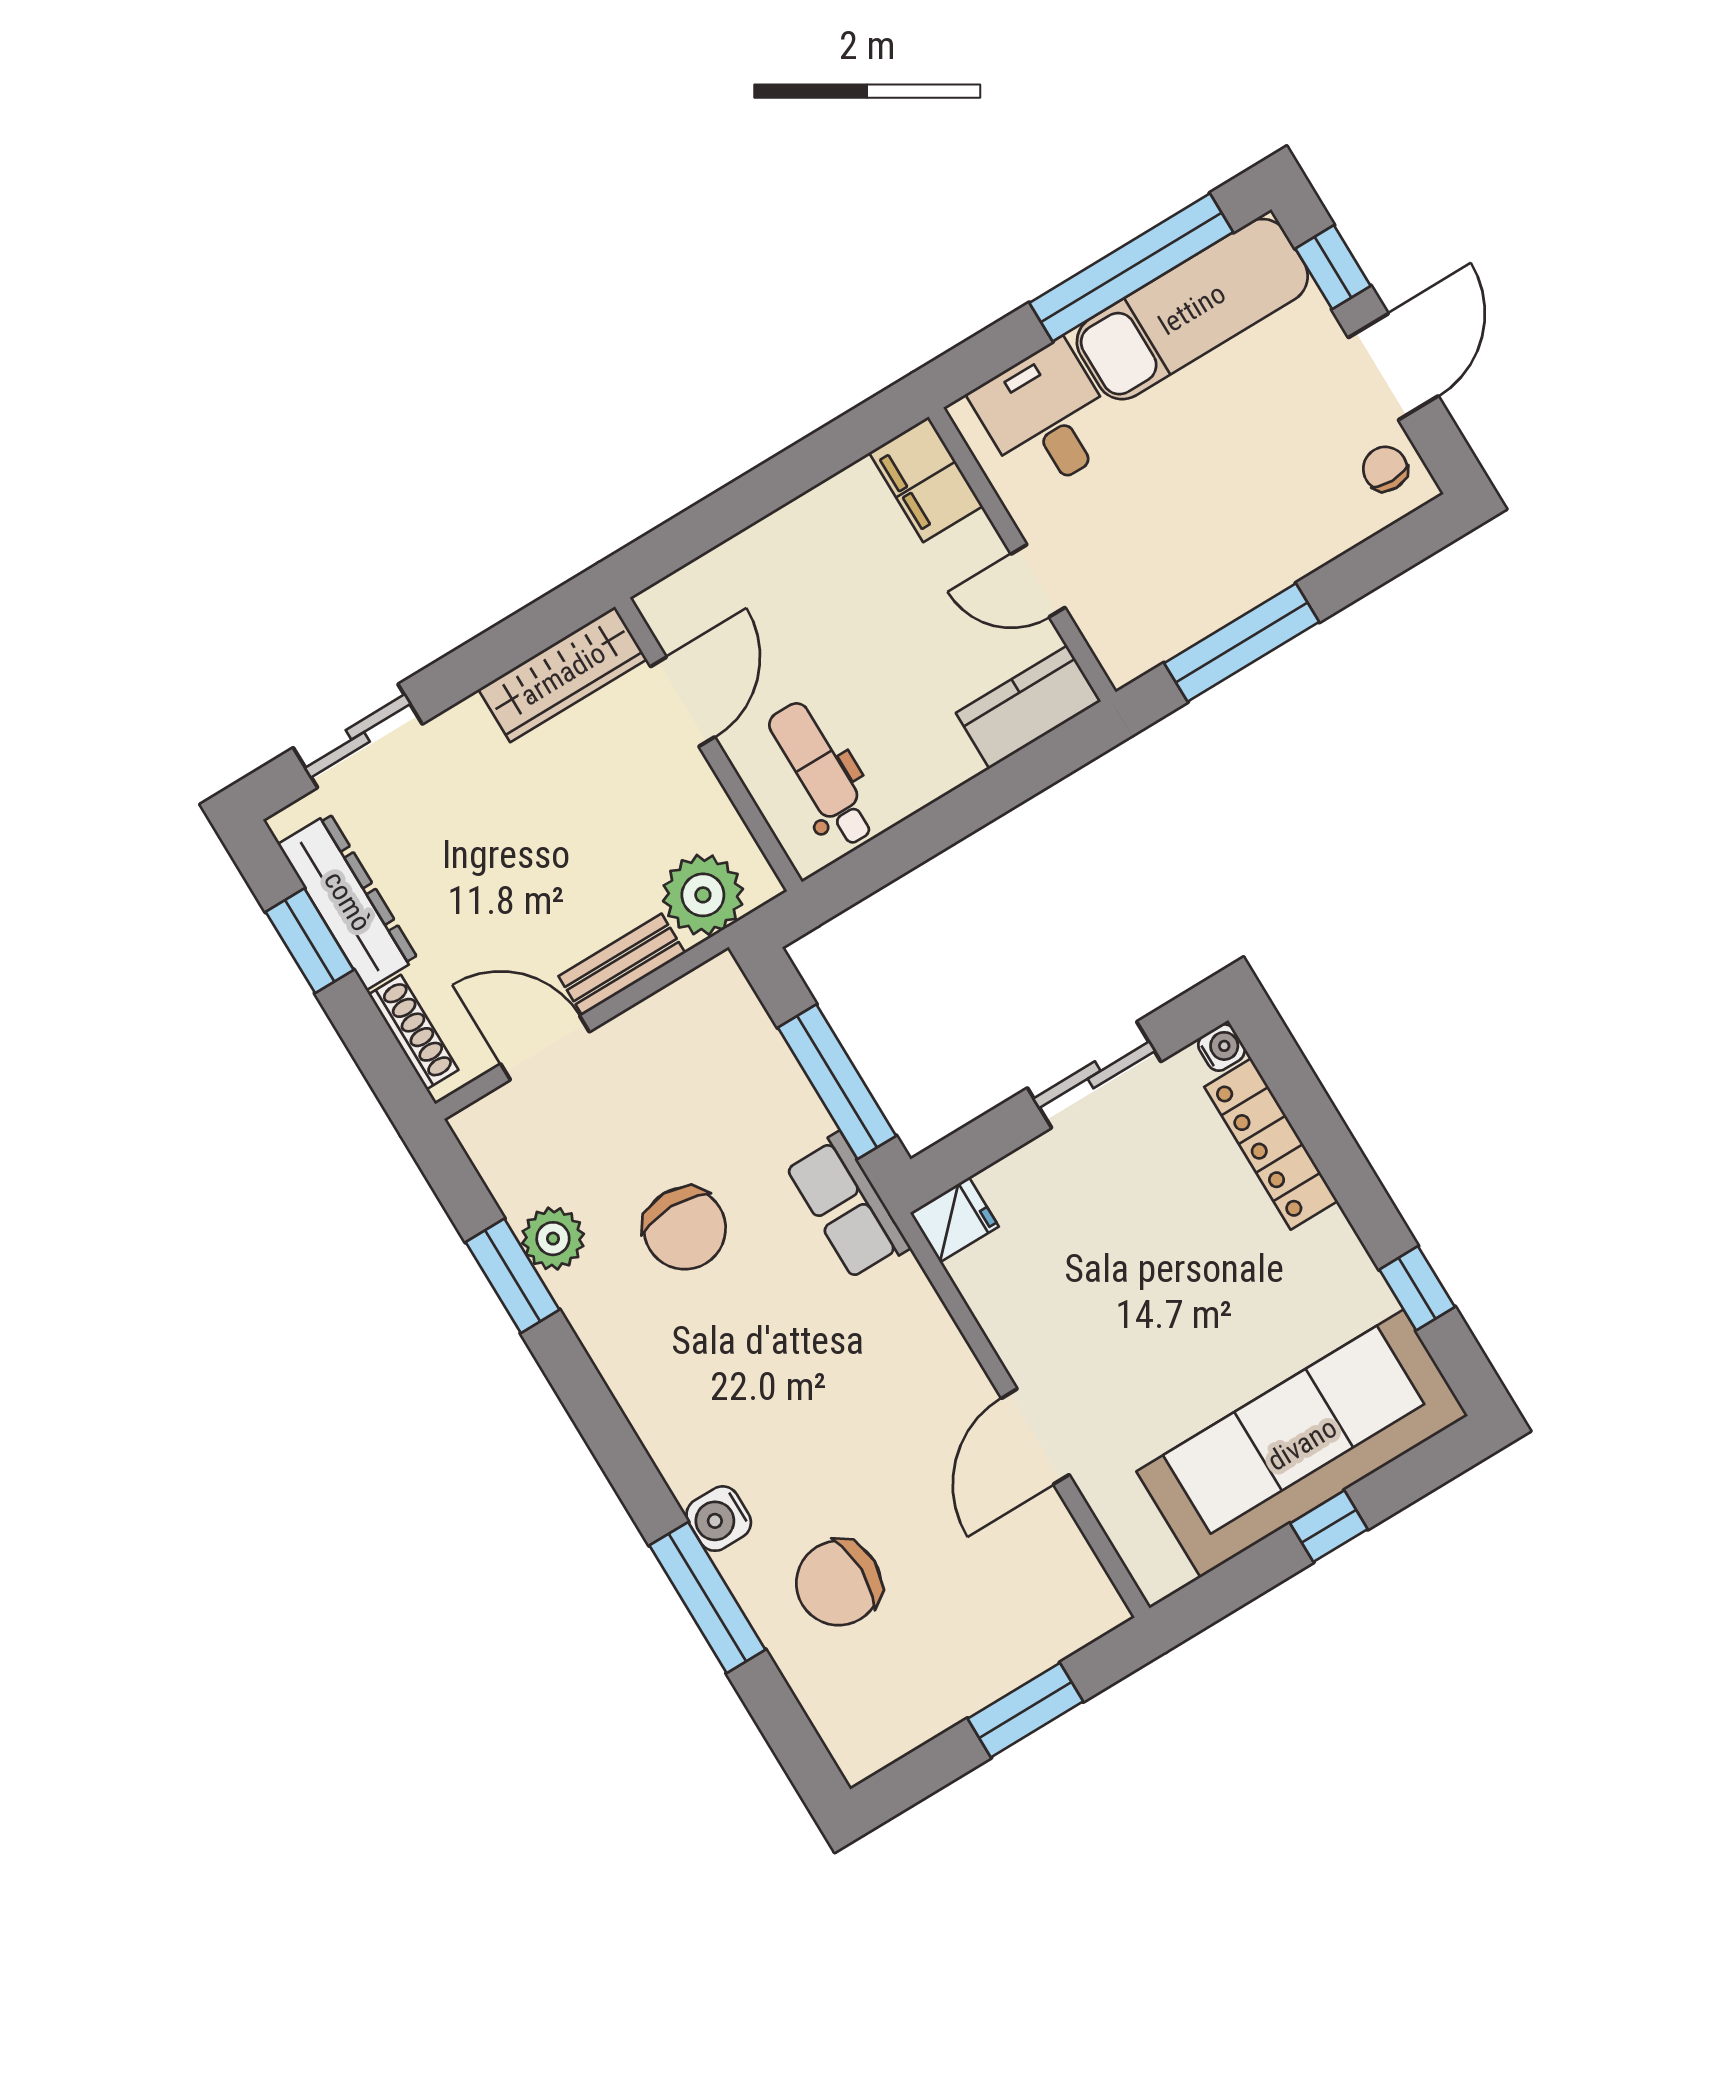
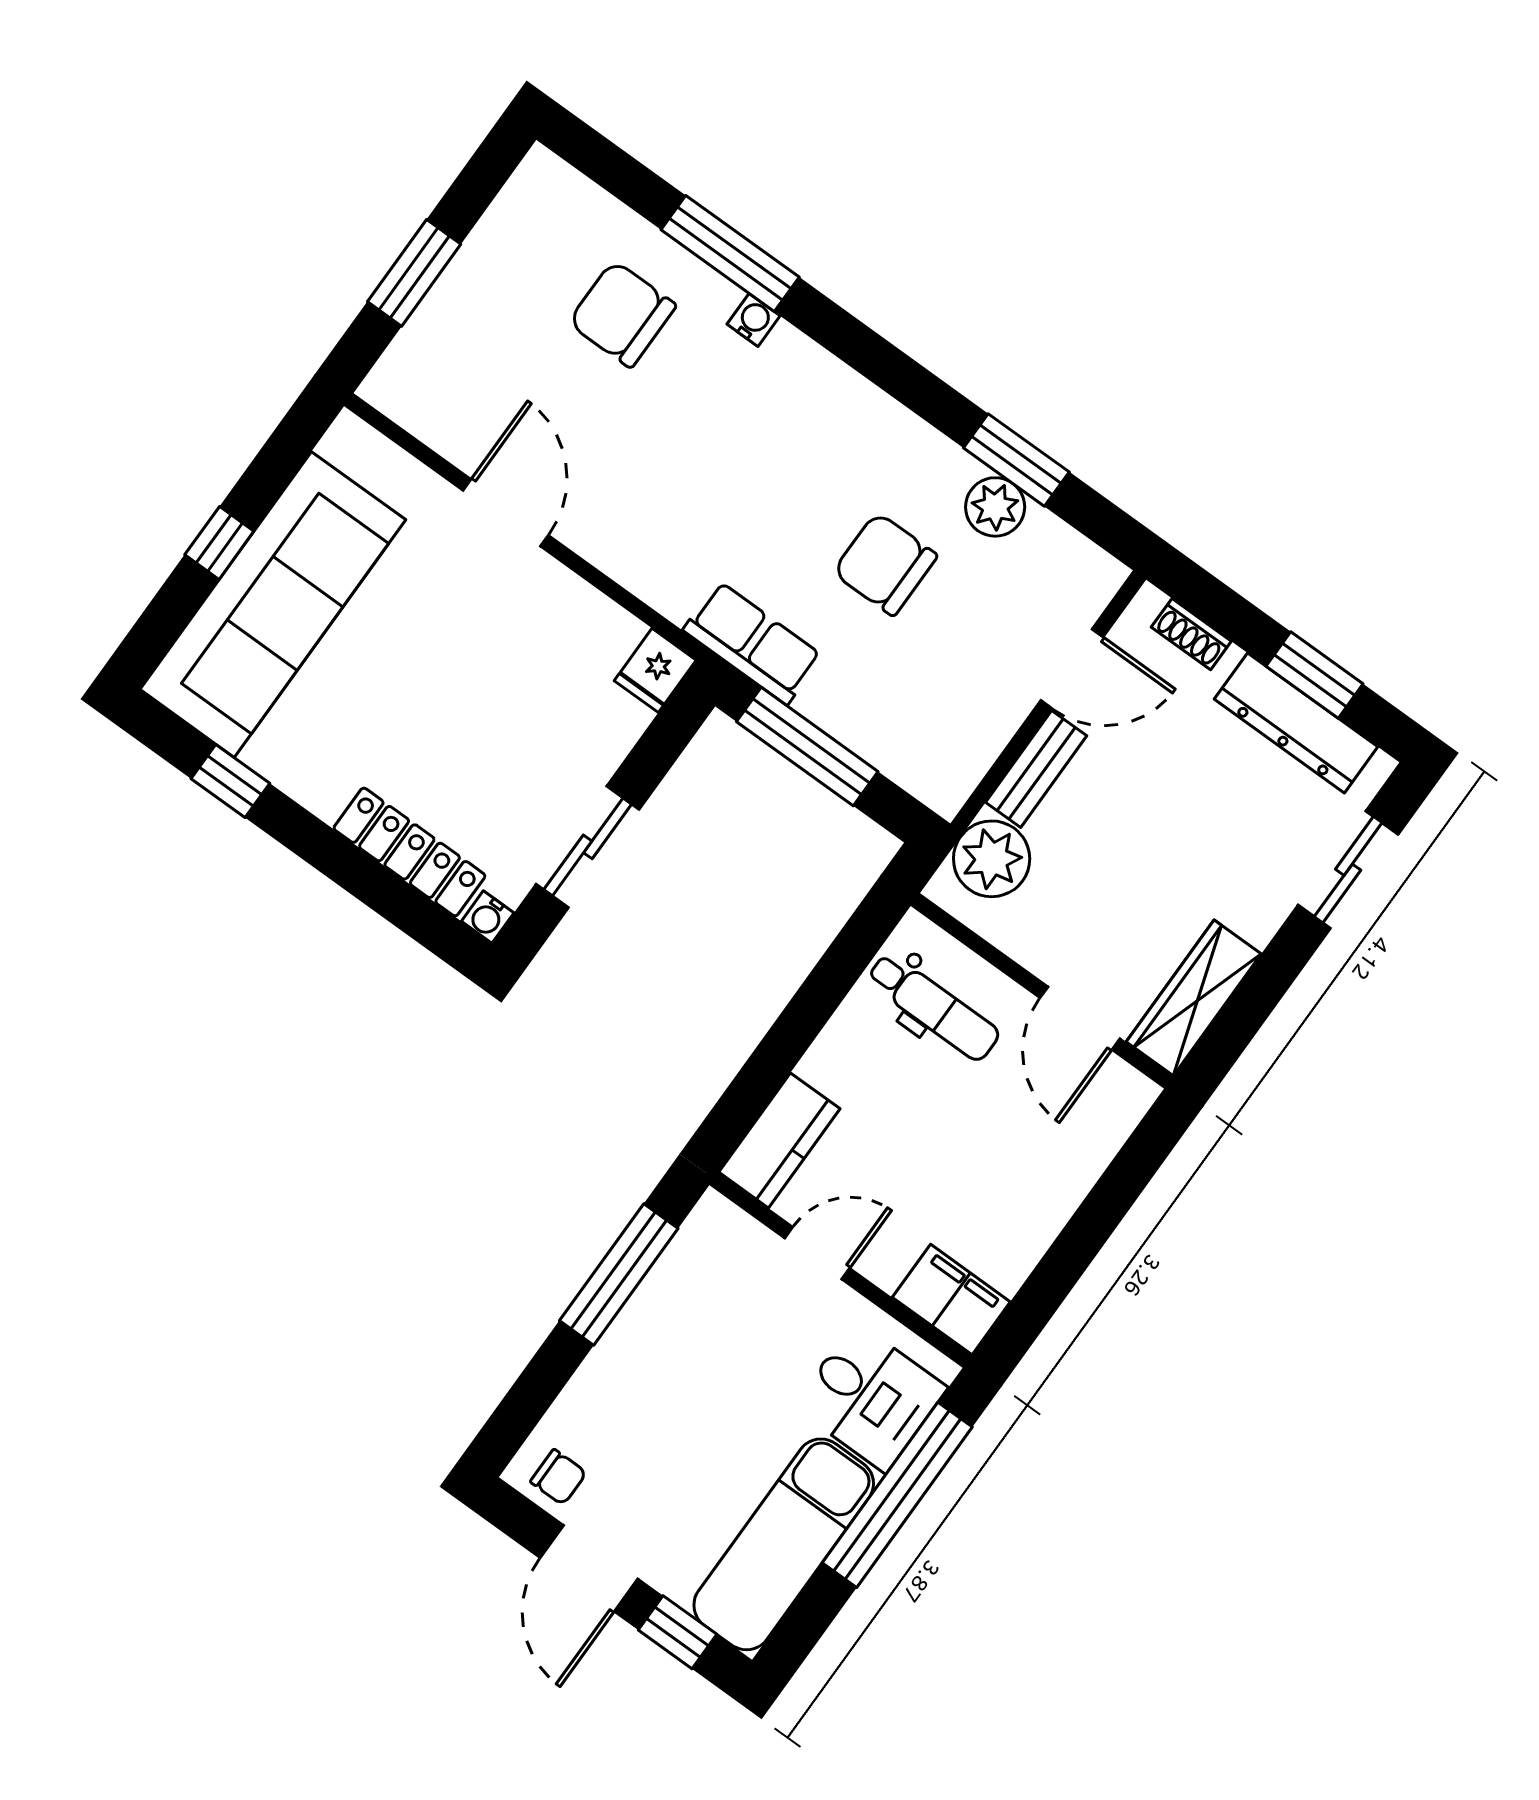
window: (1131, 267) -> (897, 1495), moved
shoe rack: (414, 1032) -> (1191, 634), width x0.70
water cooler: (719, 1519) -> (754, 320), width x0.72, depth x0.72
chair: (839, 1583) -> (622, 314), turned -90

